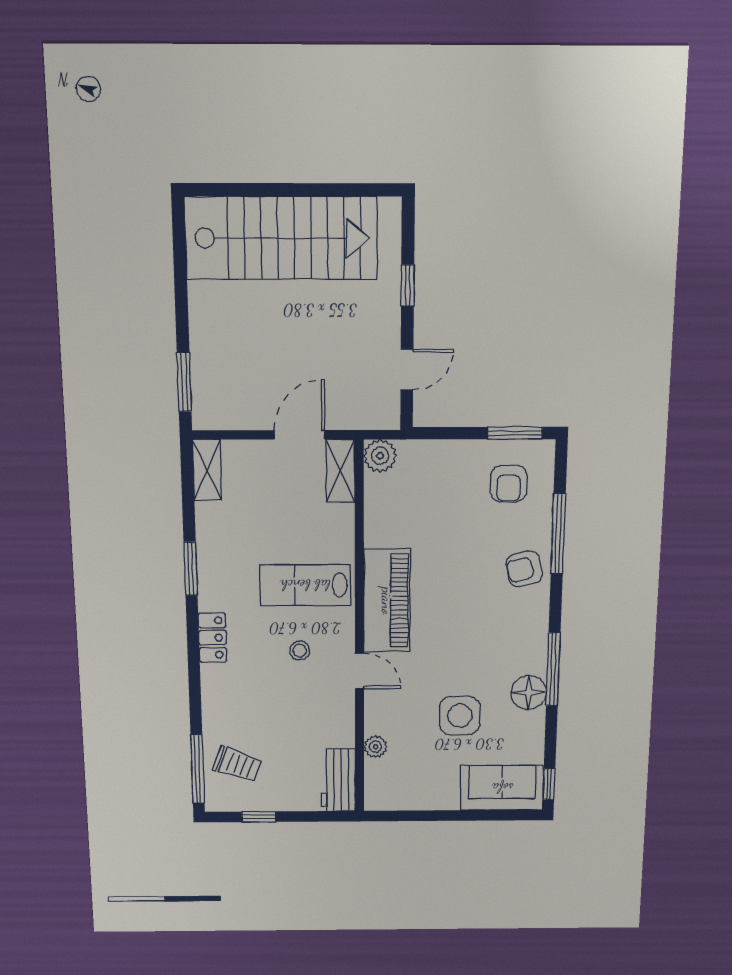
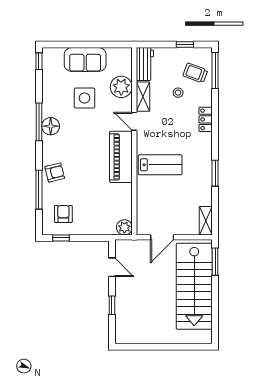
stairs: (281, 238) -> (194, 286), moved, turned -90
door: (407, 370) -> (112, 267), swing flipped
window: (515, 433) -> (61, 238), width x0.67
shelving: (340, 471) -> (143, 97), moved
locker: (213, 638) -> (206, 119), moved
stool: (300, 651) -> (178, 93), moved
floor lamp: (529, 693) -> (51, 126), moved
plant: (376, 747) -> (121, 87), width x1.88, depth x1.88
sofa: (502, 788) -> (85, 59), moved

